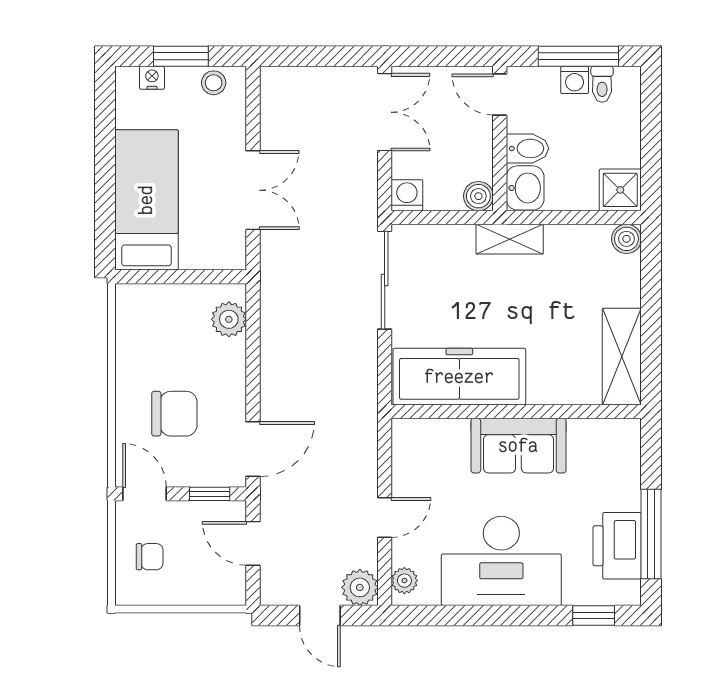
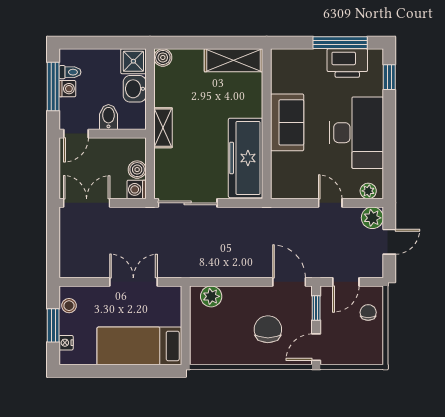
washbasin: (525, 188) -> (135, 89), moved, turned -90
boiler: (478, 196) -> (137, 170), moved
chair: (150, 557) -> (368, 312), moved

